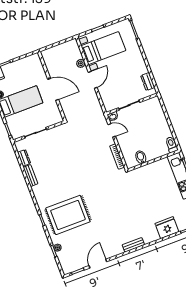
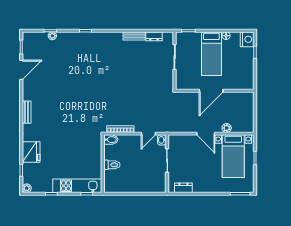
toilet: (172, 145) -> (112, 165), moved
bidet: (141, 157) -> (111, 140), moved
rug: (68, 215) -> (81, 58), removed
door: (98, 264) -> (21, 70), hinge flipped

